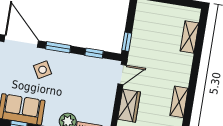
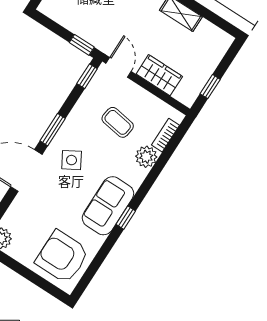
window: (94, 53) -> (87, 76), moved
coffee table: (83, 91) -> (118, 122), added

